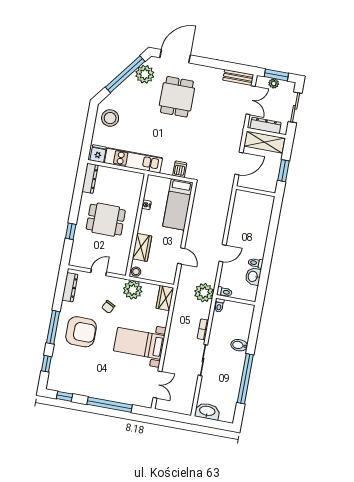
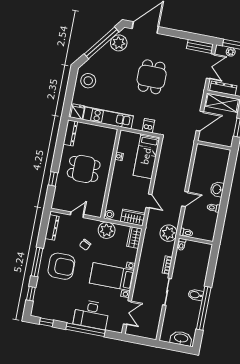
dining table: (177, 97) -> (152, 77), moved
wardrobe: (142, 247) -> (133, 217), moved, turned -90
washbasin: (253, 276) -> (217, 189), moved
bidet: (239, 345) -> (196, 295), moved
desk: (116, 387) -> (91, 314), added
washbasin: (207, 411) -> (181, 338), moved

